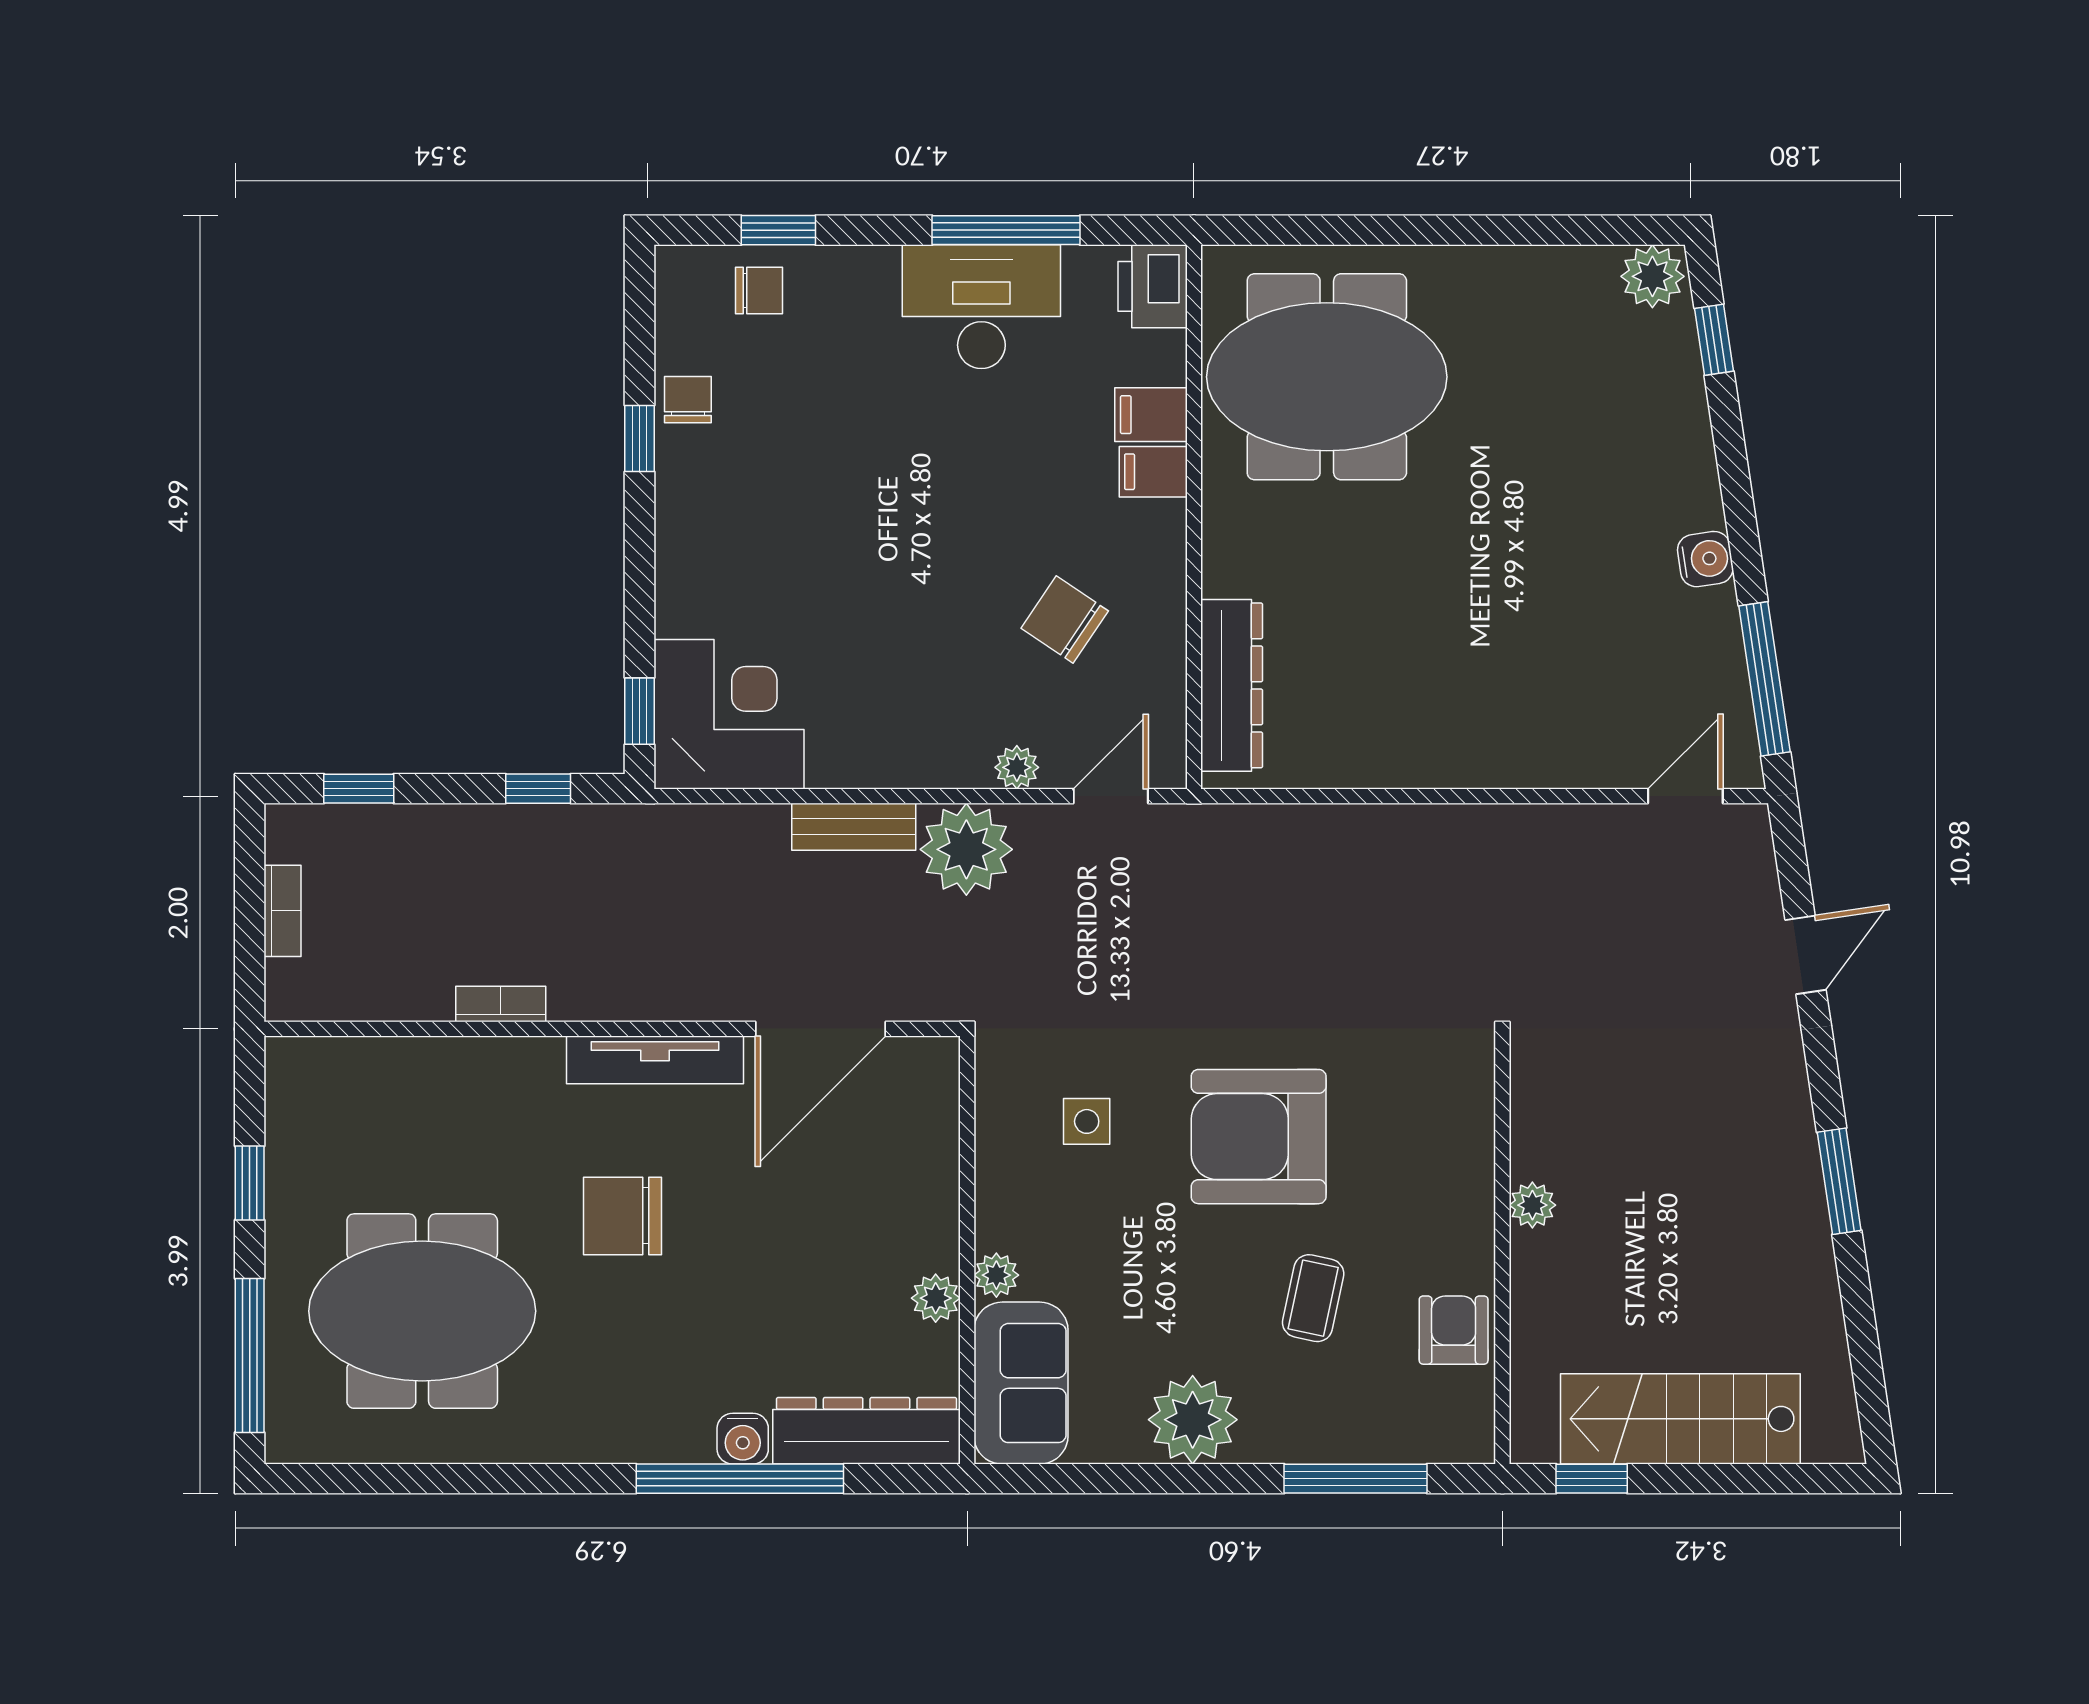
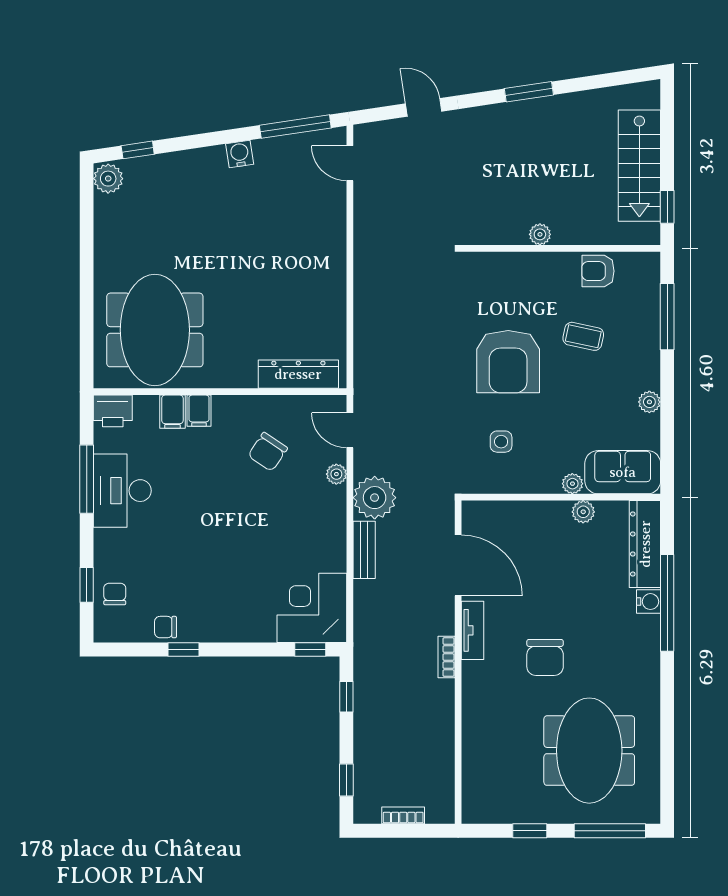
bookcase: (501, 1004) -> (446, 657), moved
tv unit: (655, 1060) -> (472, 630), width x0.71
plant: (1193, 1420) -> (649, 402), width x0.53, depth x0.53

